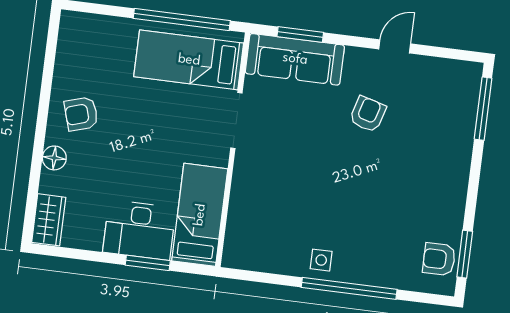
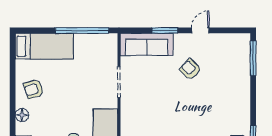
window: (300, 34) -> (165, 30), moved
bed: (189, 60) -> (44, 46), moved, turned 180
armchair: (368, 114) -> (190, 69), turned -61

